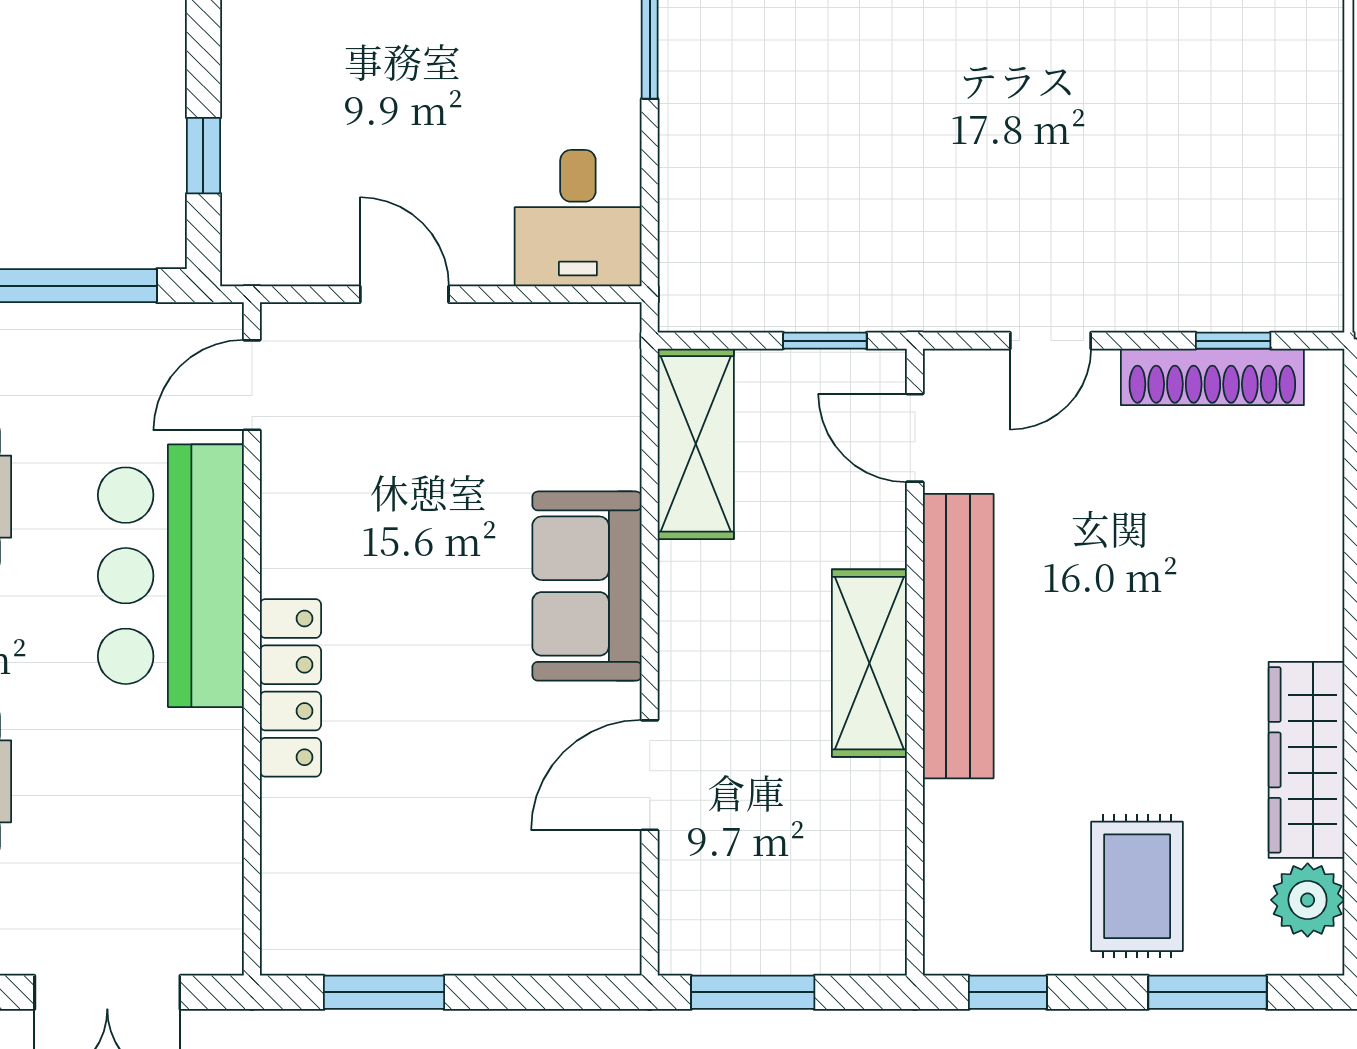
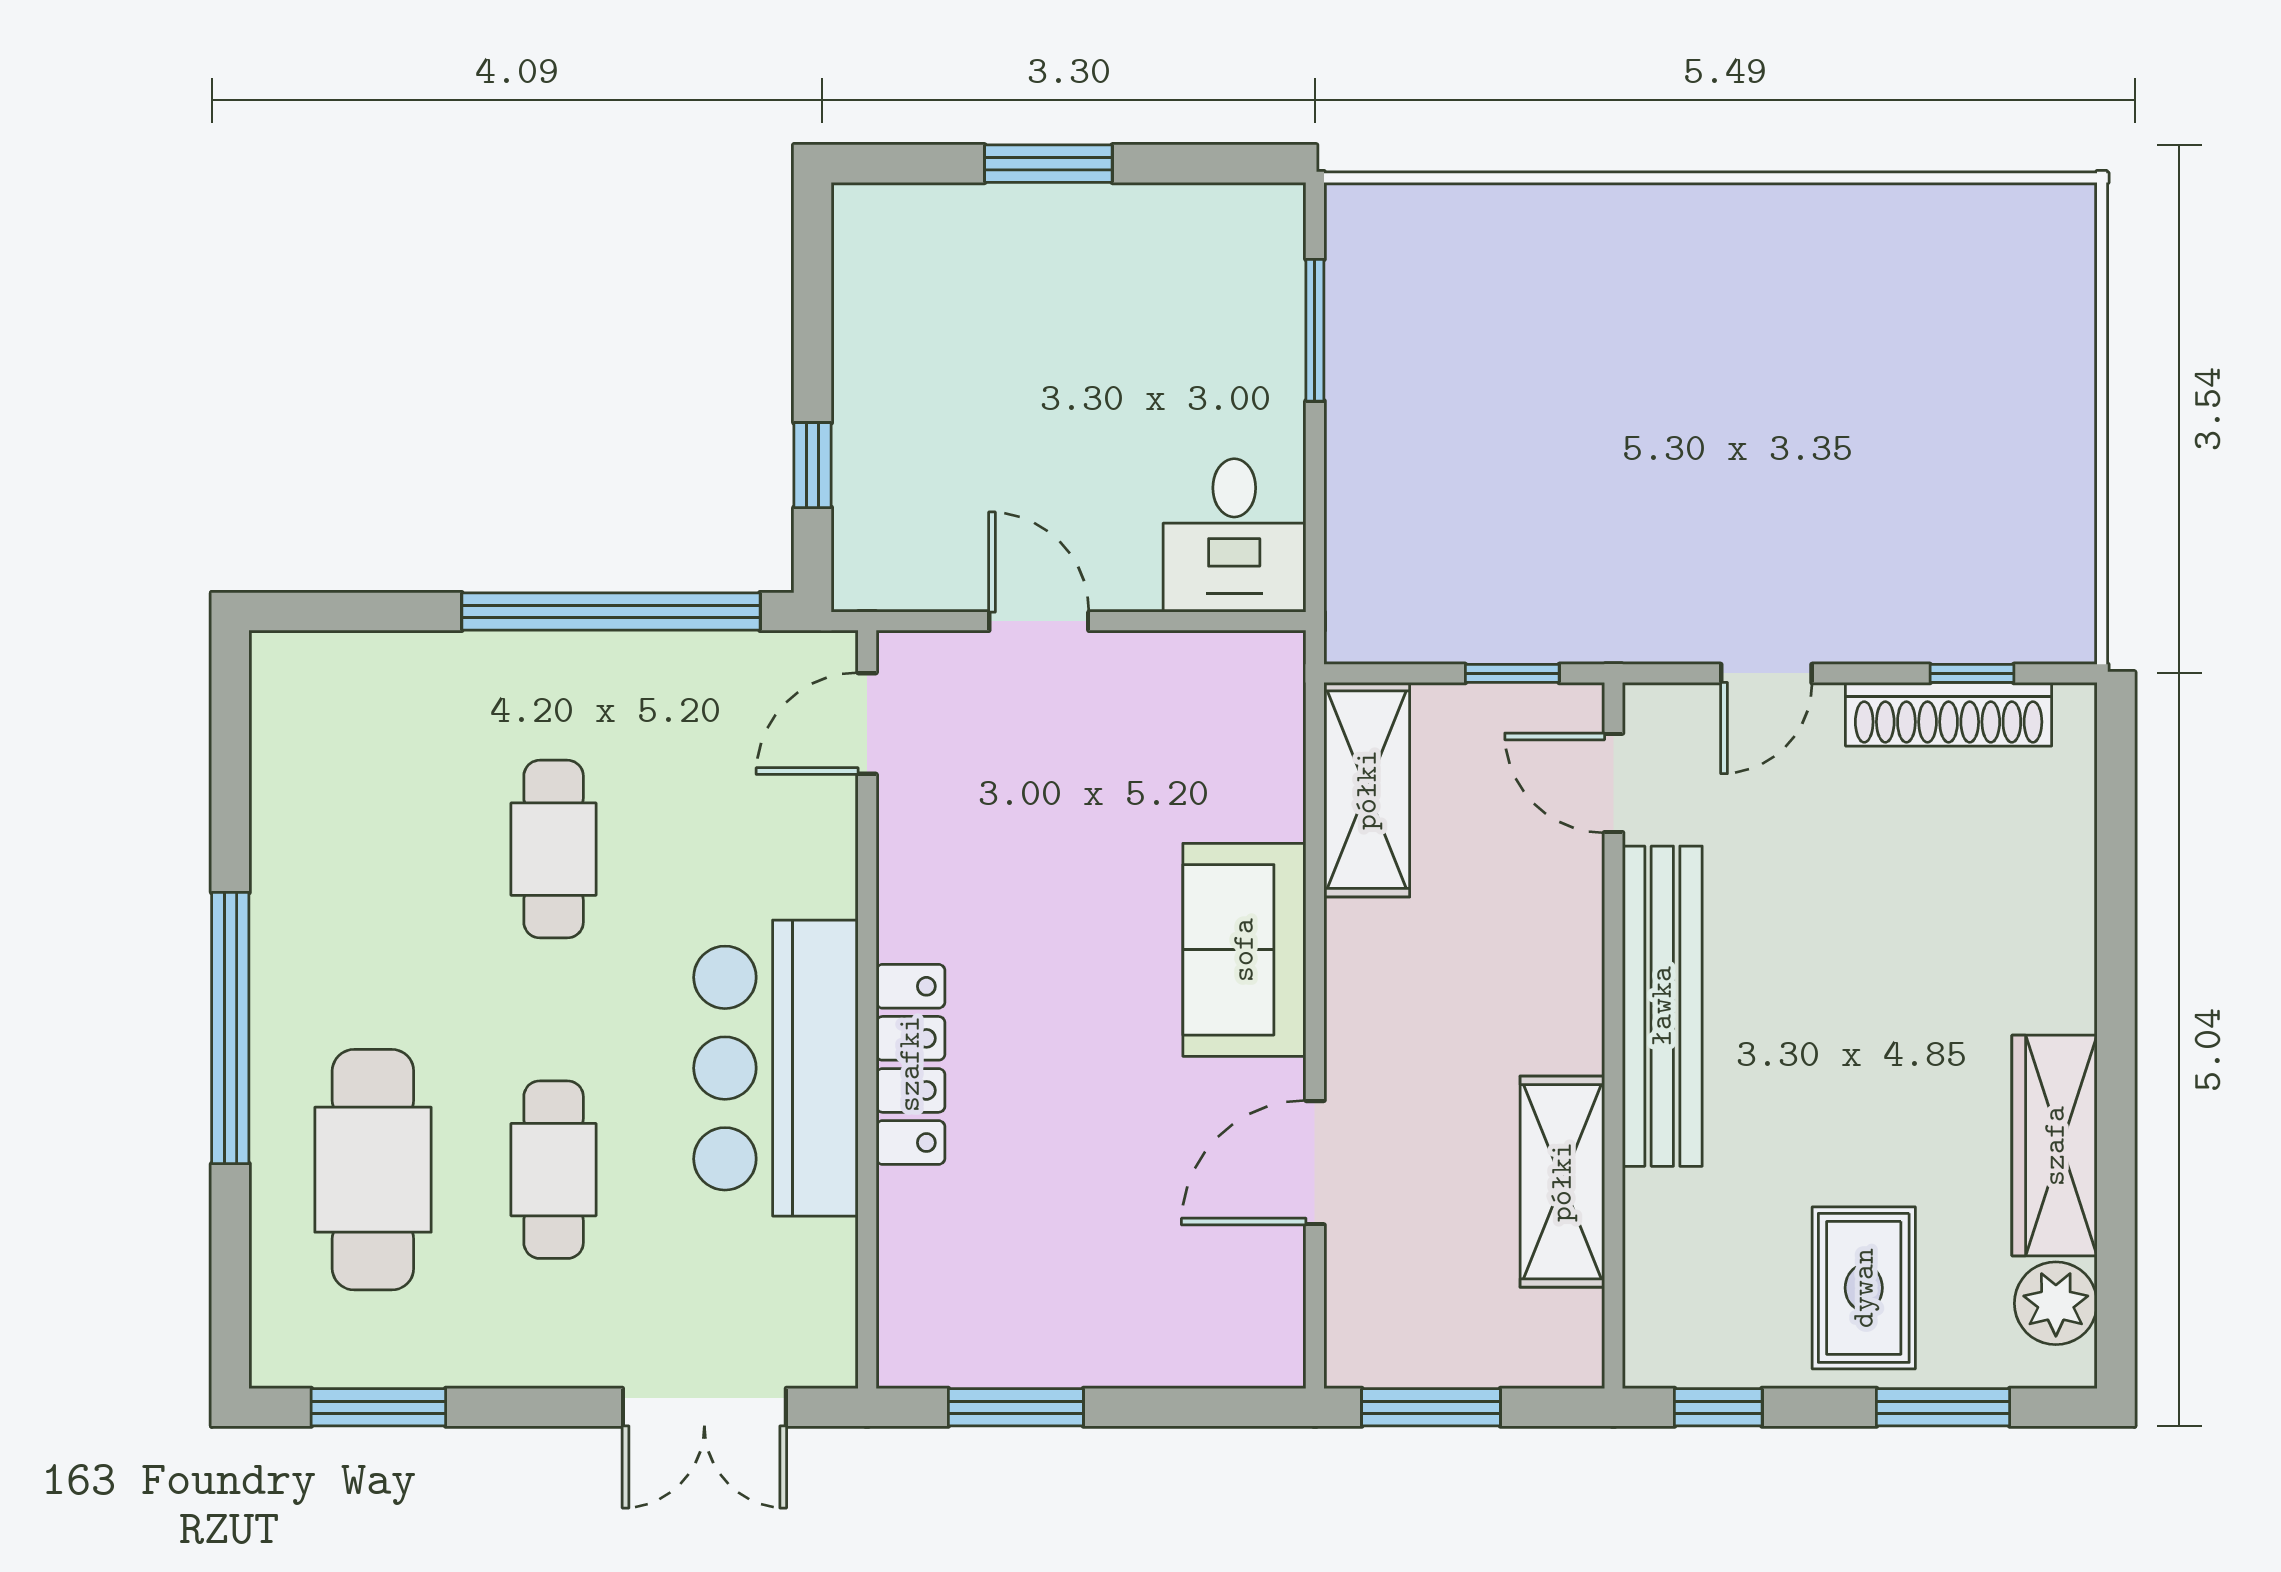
bar counter: (171, 576) -> (776, 1068), moved
shelving: (869, 663) -> (1562, 1182), moved

